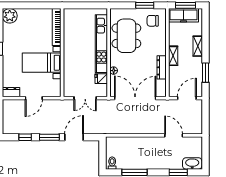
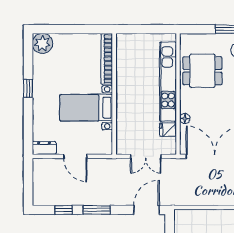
dining table: (126, 36) -> (202, 71), width x0.73
door: (34, 98) -> (75, 156), hinge flipped
door: (74, 137) -> (147, 210), moved

